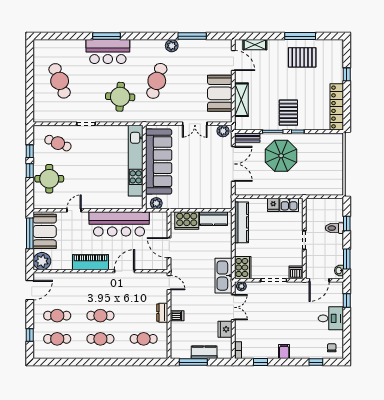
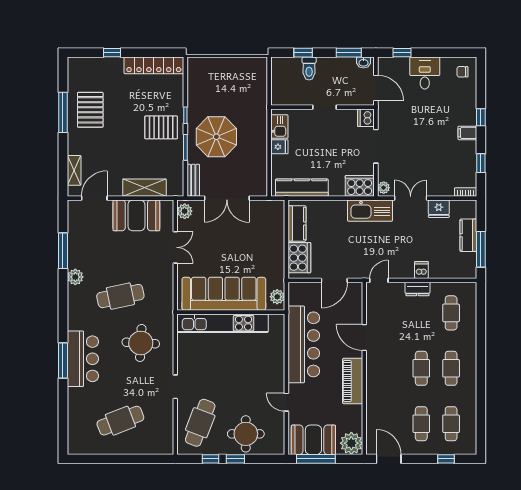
cafe table: (157, 81) -> (120, 296), turned -30
cafe table: (58, 143) -> (200, 423), width x1.37, depth x1.35
double door: (233, 164) -> (227, 198), swing flipped
window: (316, 362) -> (481, 117), moved

